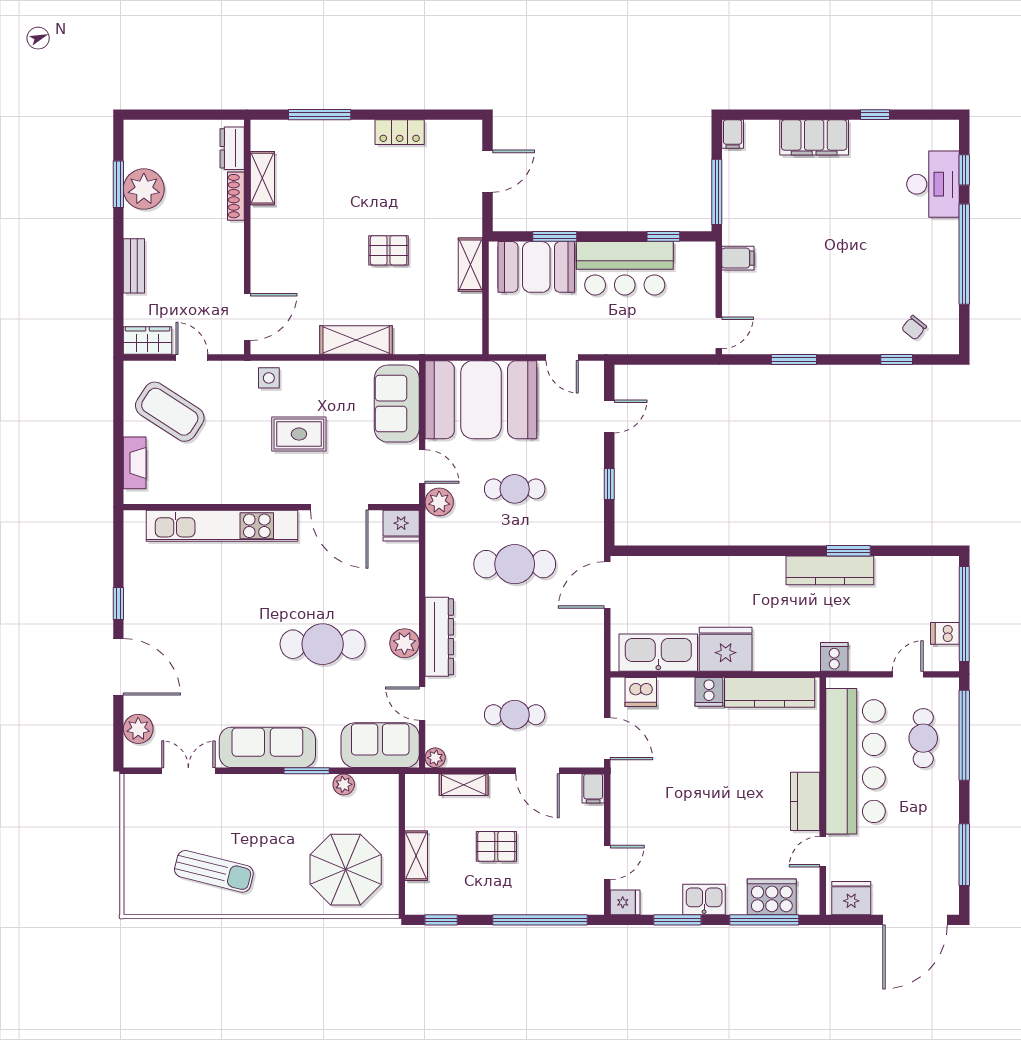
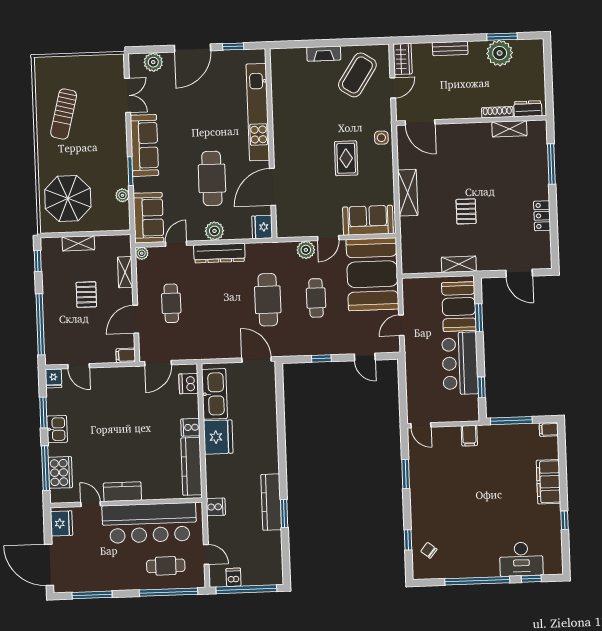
wall: (271, 507) -> (271, 143), moved
door: (339, 507) -> (273, 187), moved
kitchen unit: (222, 526) -> (258, 112), moved
fridge: (401, 526) -> (262, 227), moved

